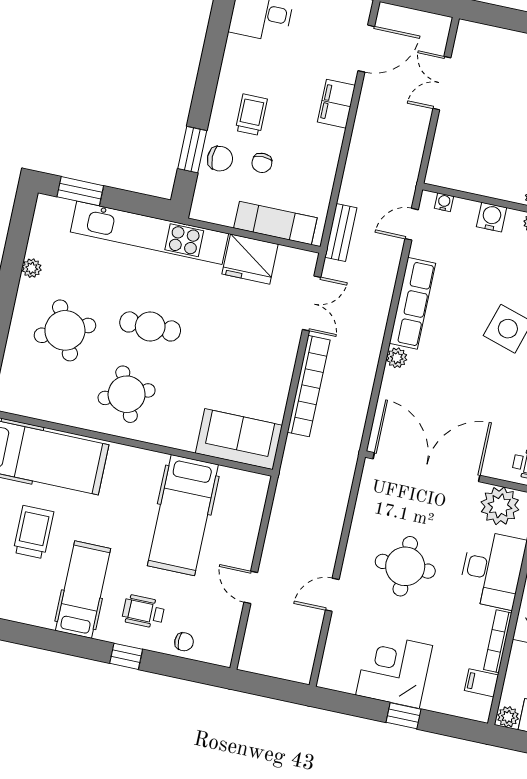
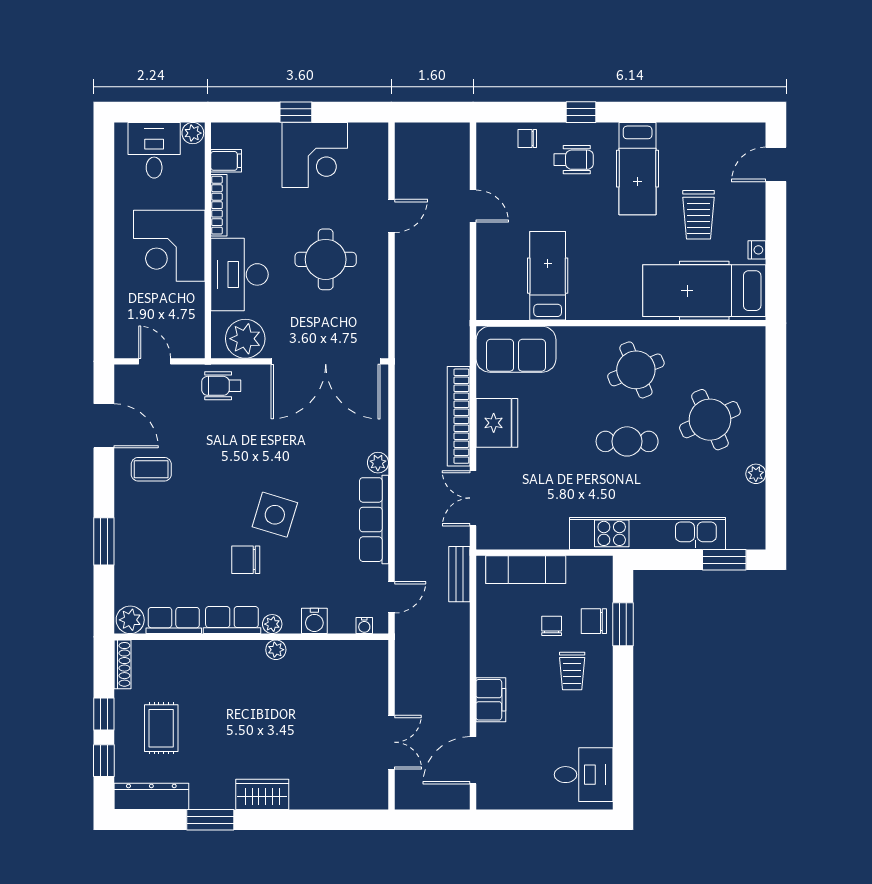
fridge: (250, 259) -> (497, 423), moved, turned 90
hospital bed: (183, 515) -> (548, 276), width x0.73, depth x0.78

